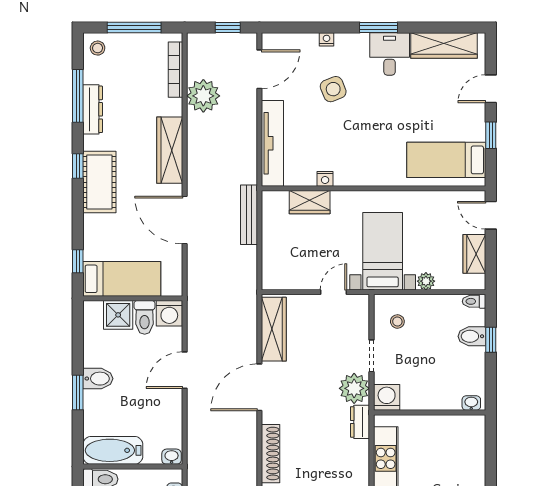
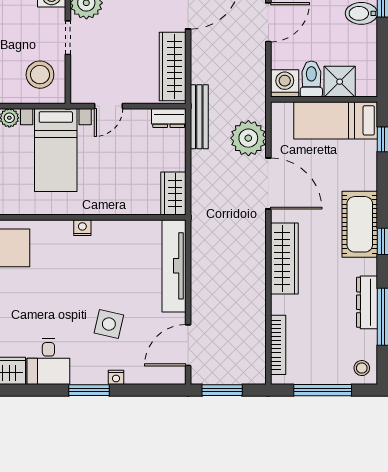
window: (228, 28) -> (222, 390), width x1.50
window: (379, 28) -> (89, 390), moved
side table: (333, 89) -> (109, 324), turned 35
plant: (203, 96) -> (248, 138), moved
nightstand: (325, 179) -> (82, 228), moved
wardrobe: (310, 202) -> (173, 194), moved, turned -90
bench: (249, 215) -> (199, 117), moved
dresser: (277, 281) -> (169, 118), added
stool: (397, 322) -> (40, 75), width x1.89, depth x1.89

